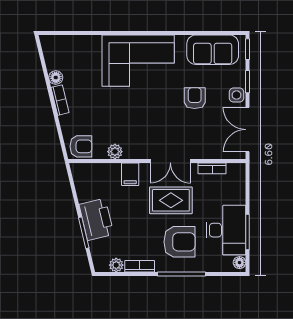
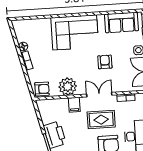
armchair: (195, 98) -> (105, 62), moved
plant: (115, 152) -> (68, 86), width x1.88, depth x1.88
double door: (170, 161) -> (99, 95), swing flipped

